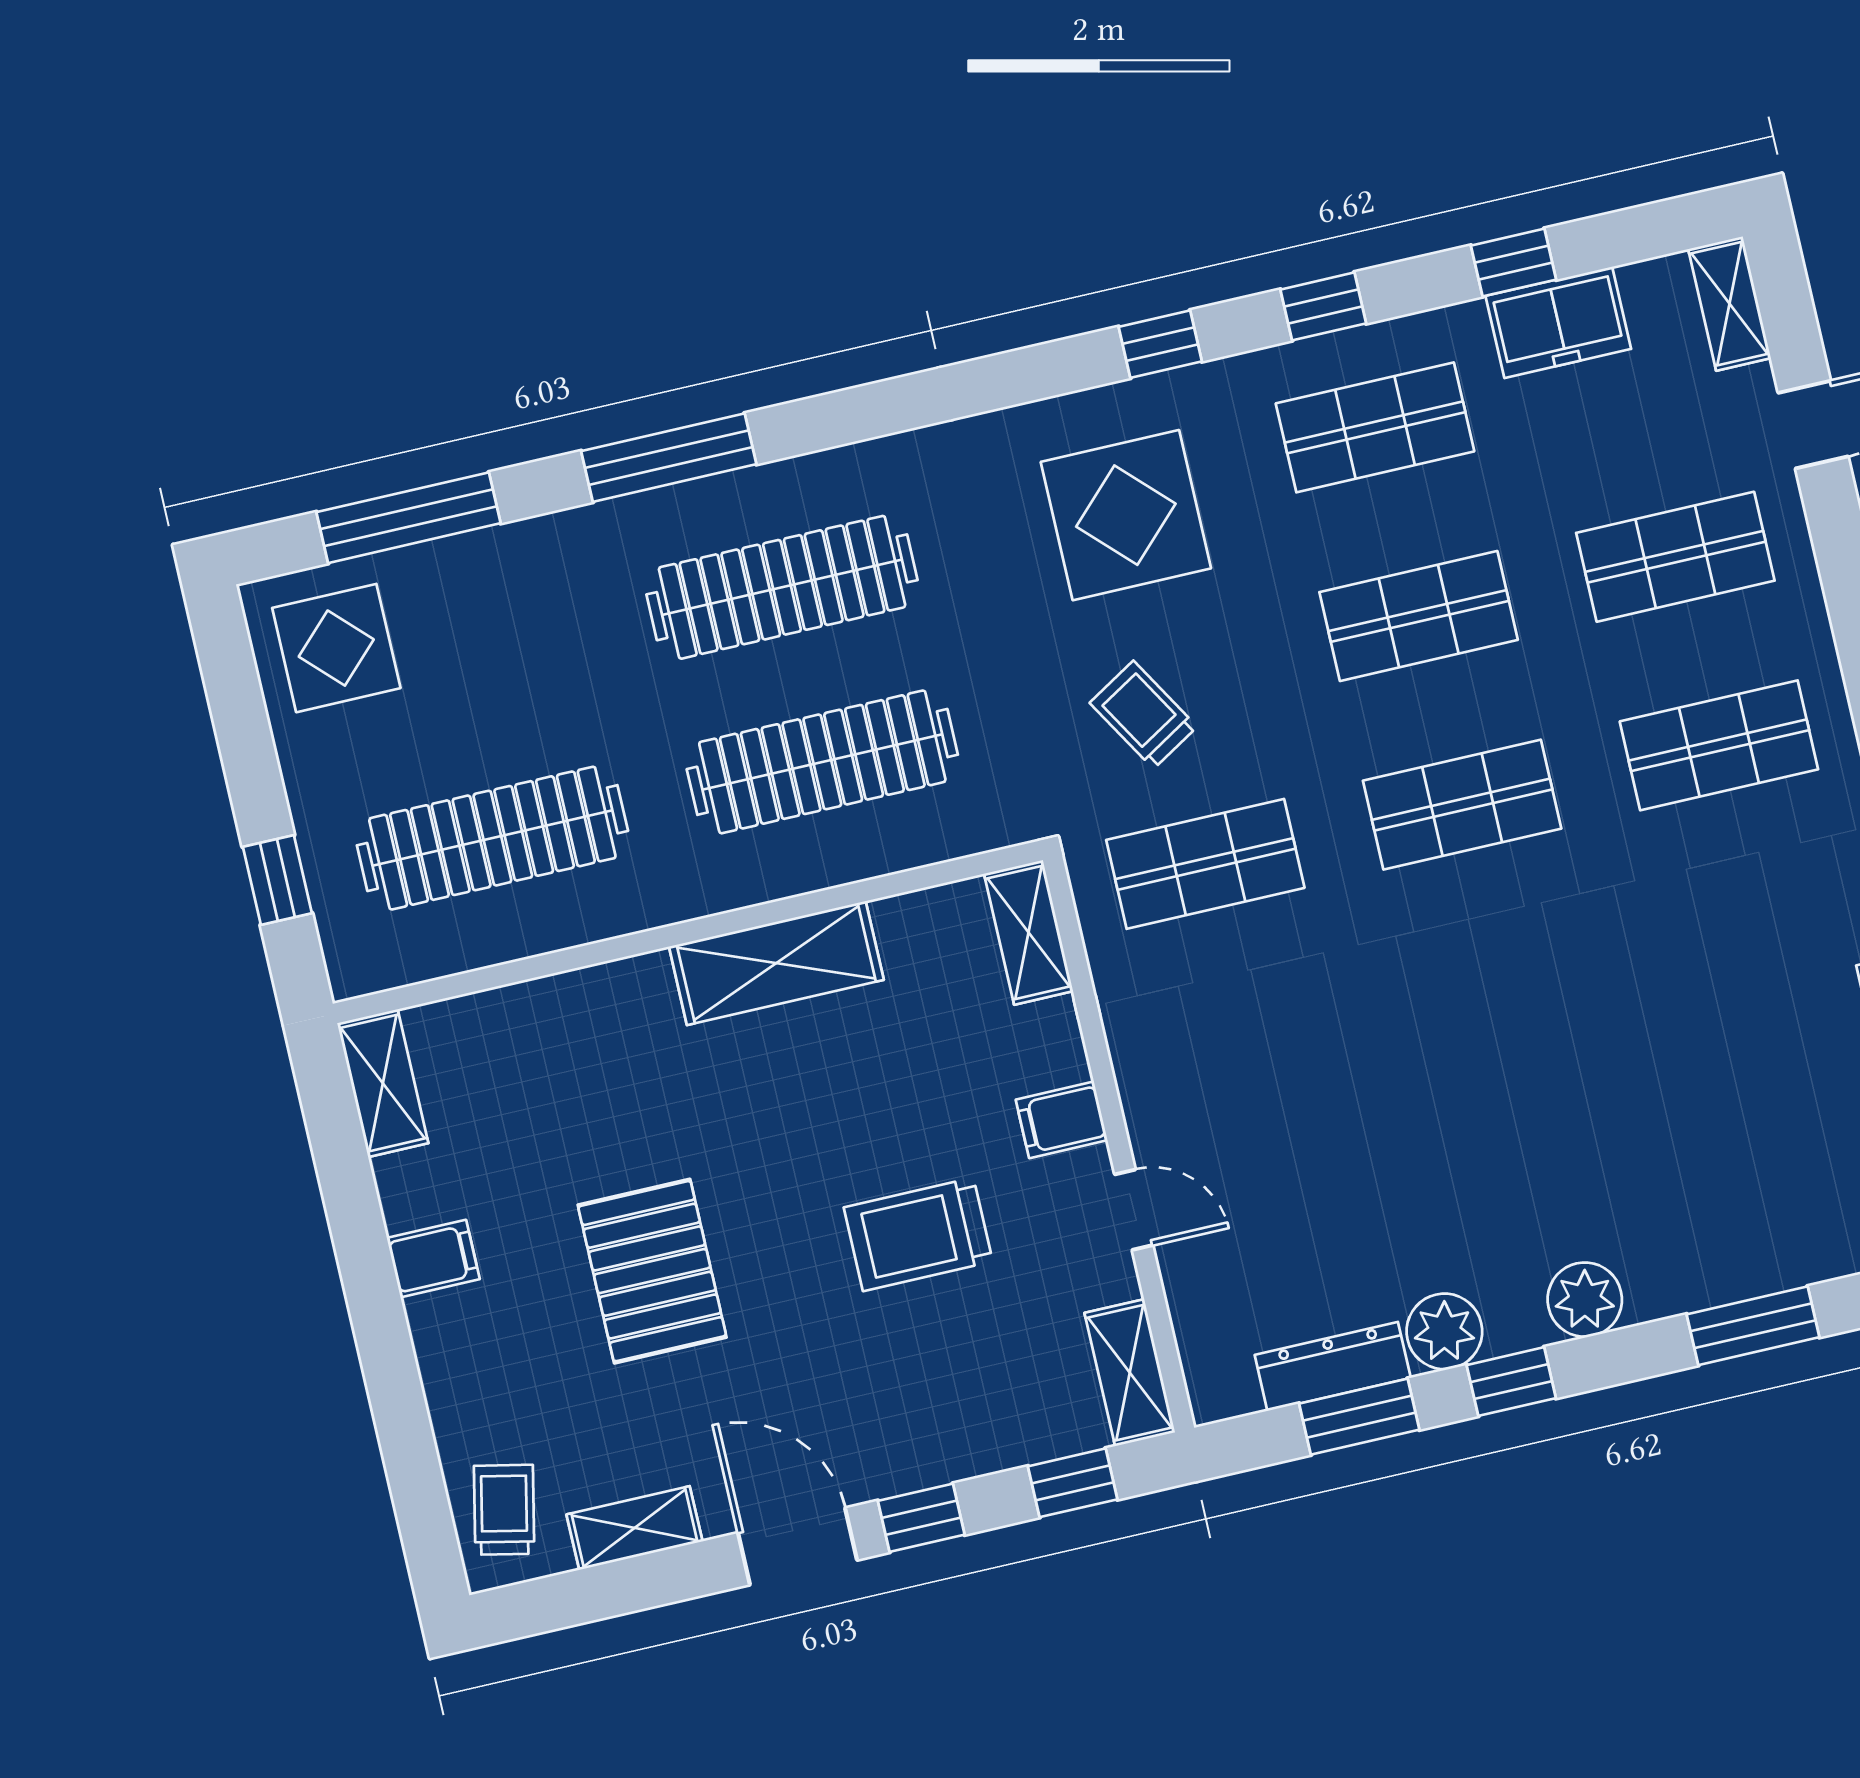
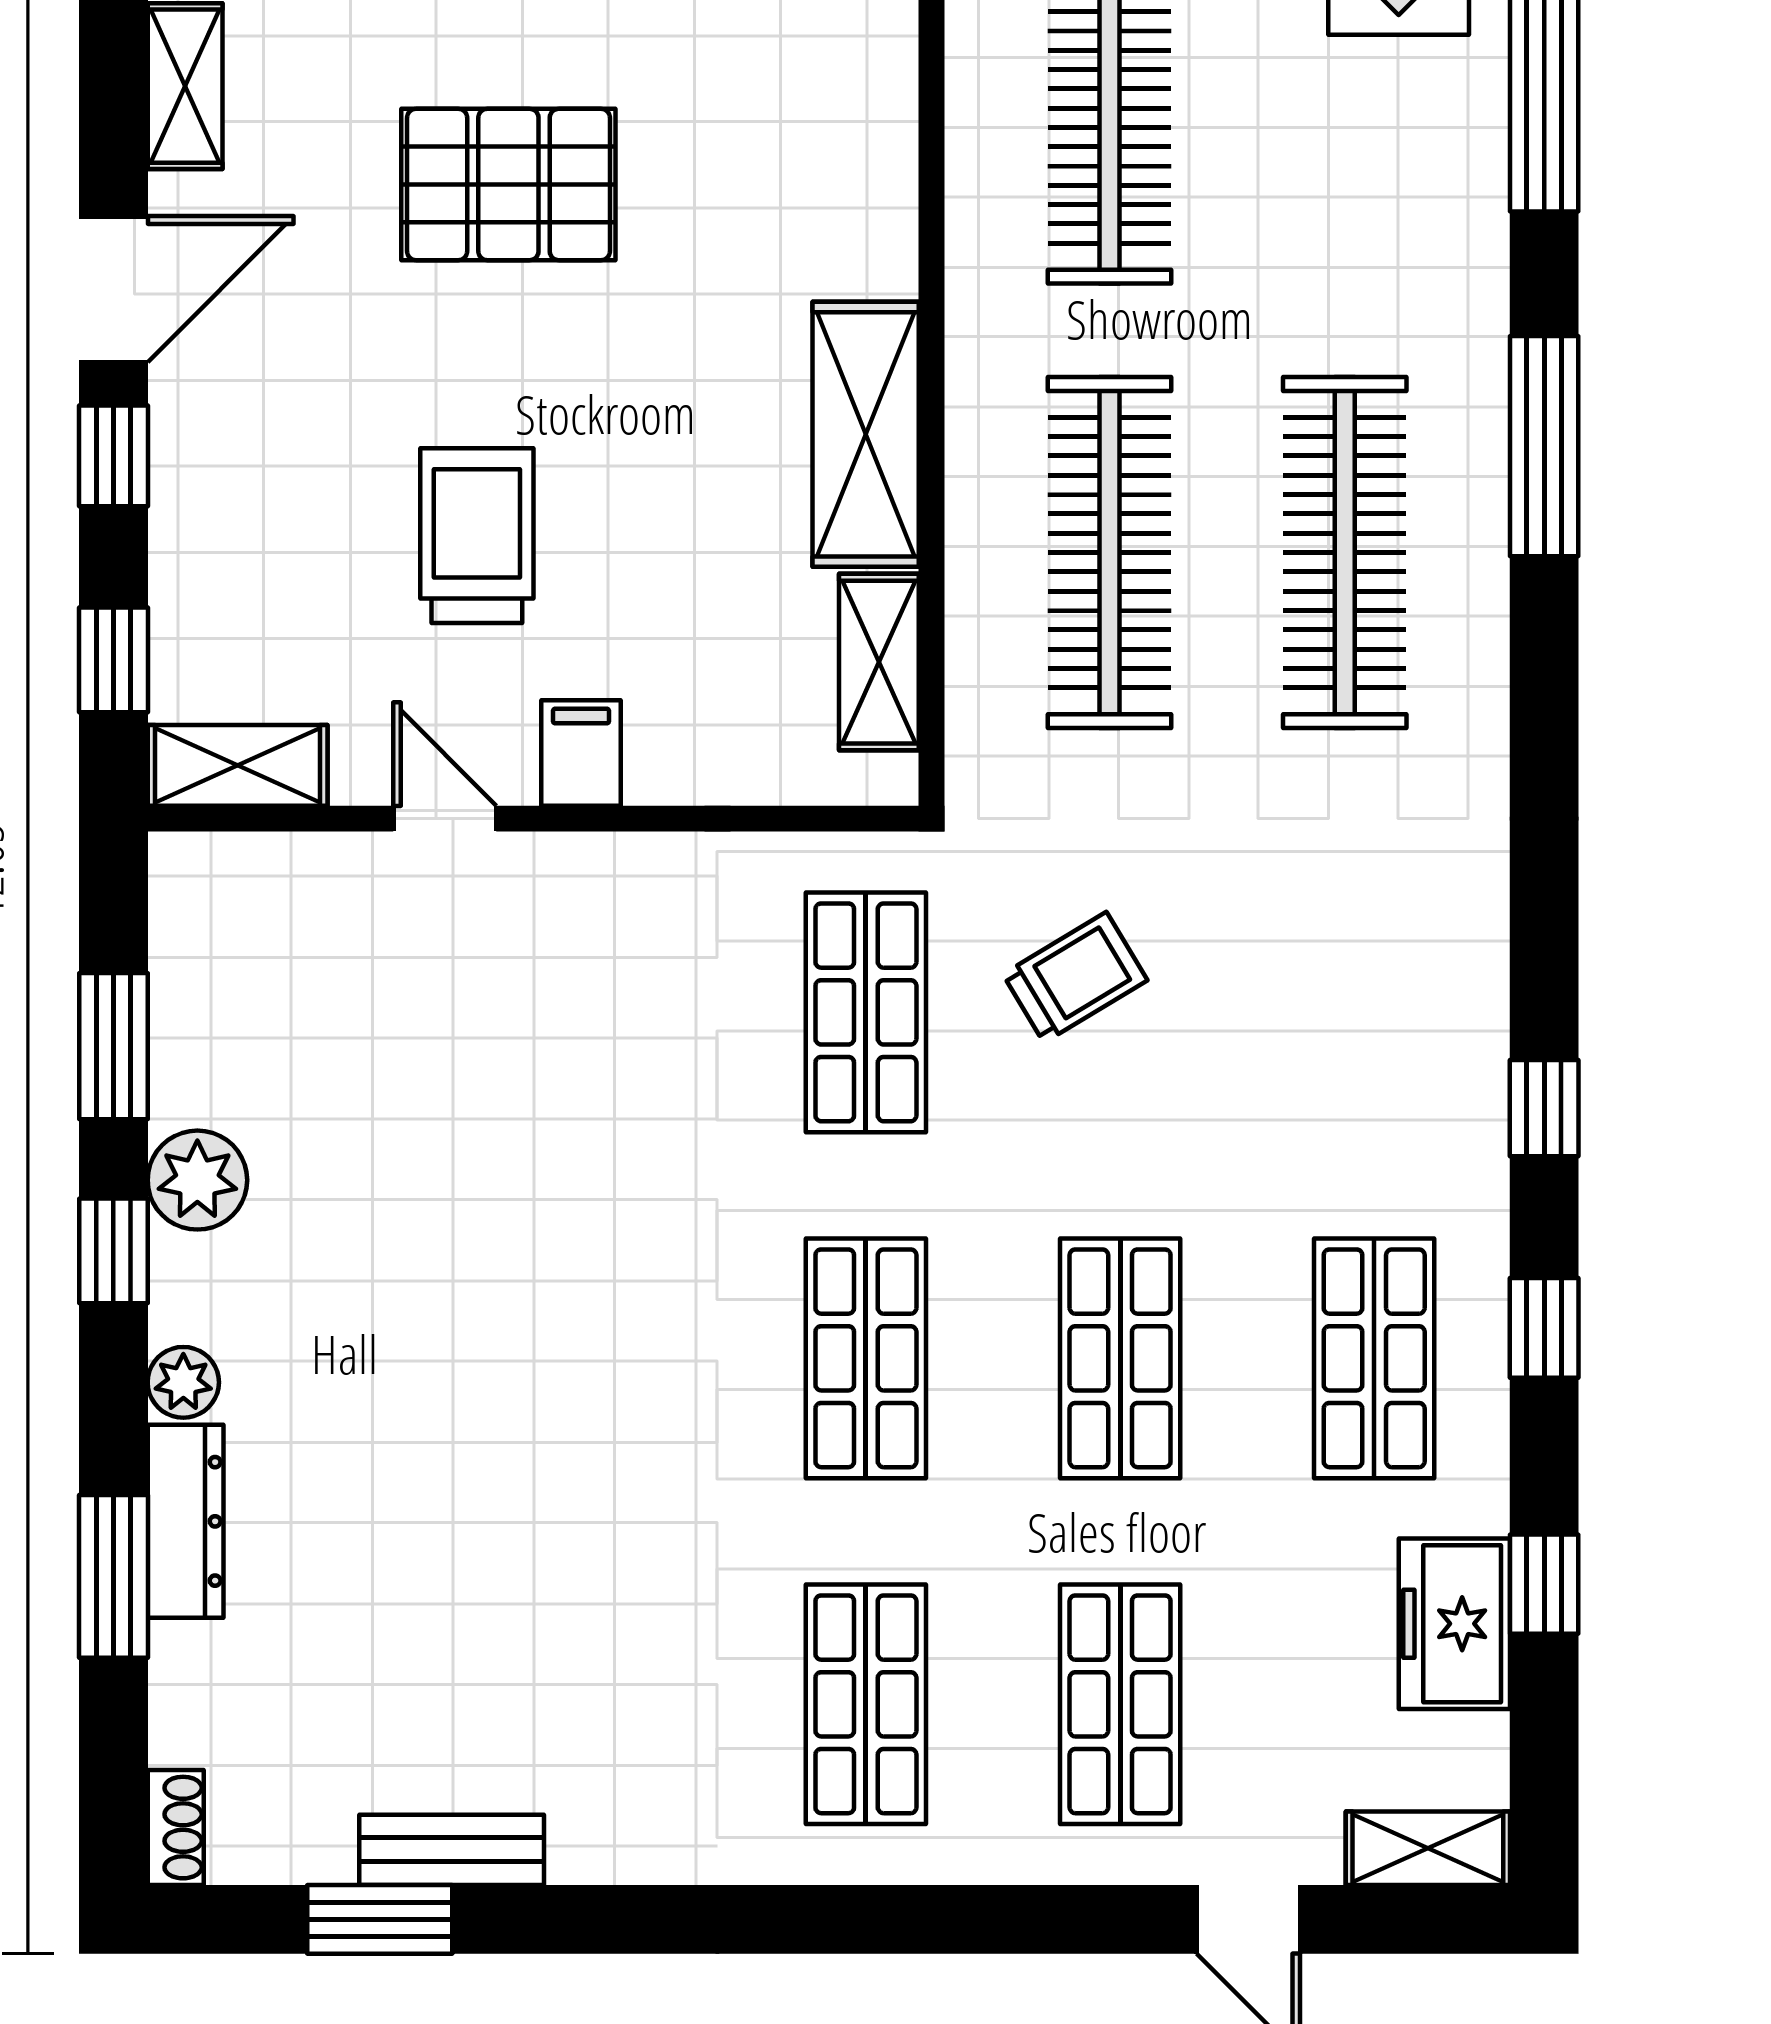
display table: (1126, 515) -> (1336, 1014), removed
shelving: (1029, 932) -> (879, 662), moved, turned 90
door: (1134, 1210) -> (445, 819), swing flipped
plant: (1585, 1300) -> (183, 1382), width x0.73, depth x0.73
dresser: (1333, 1366) -> (186, 1521), moved

